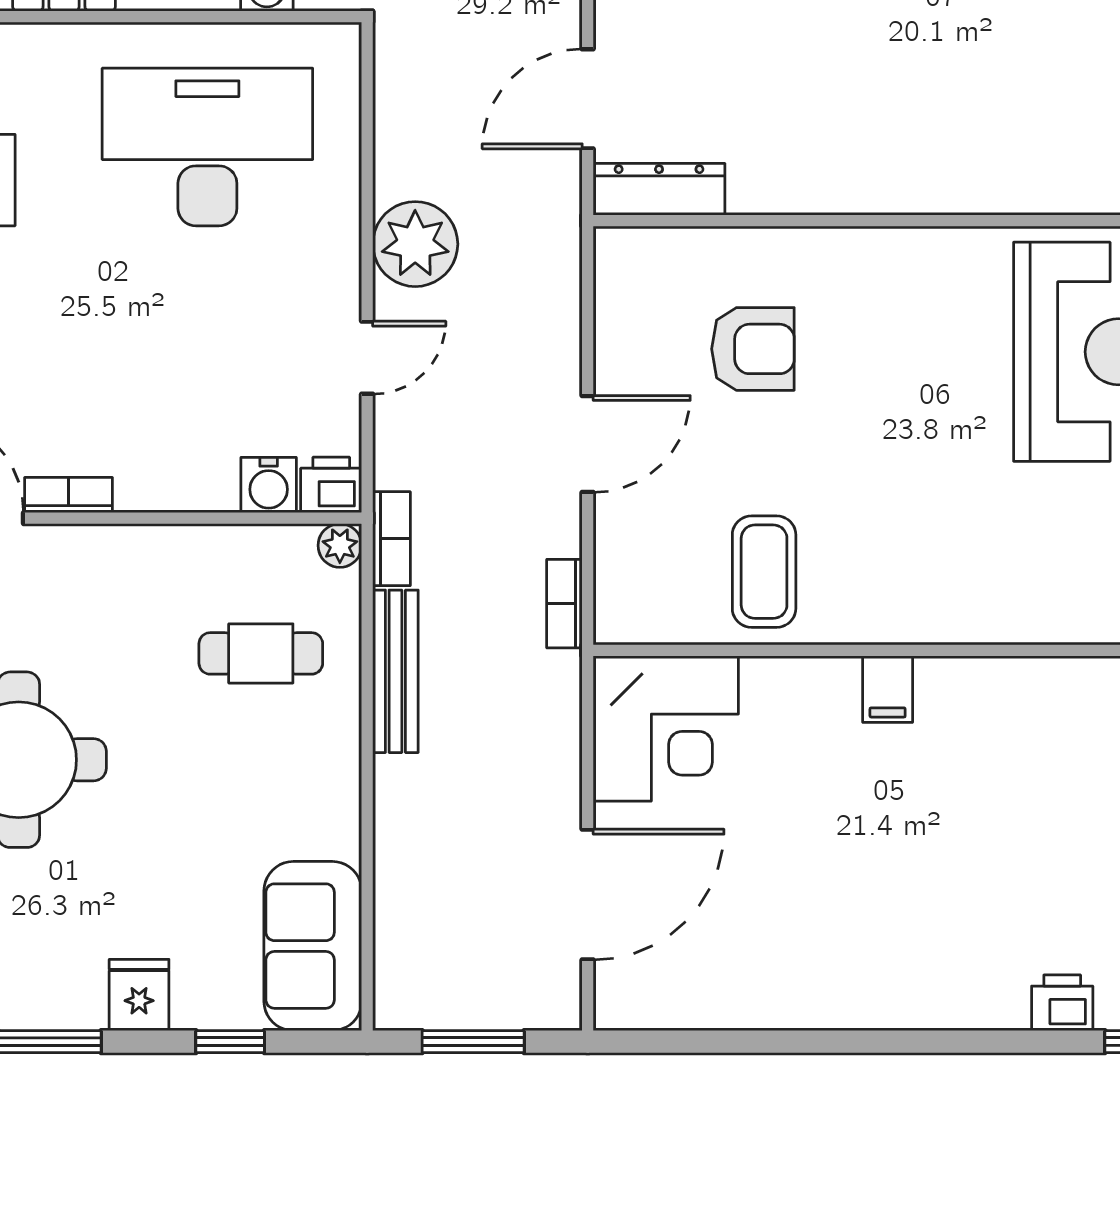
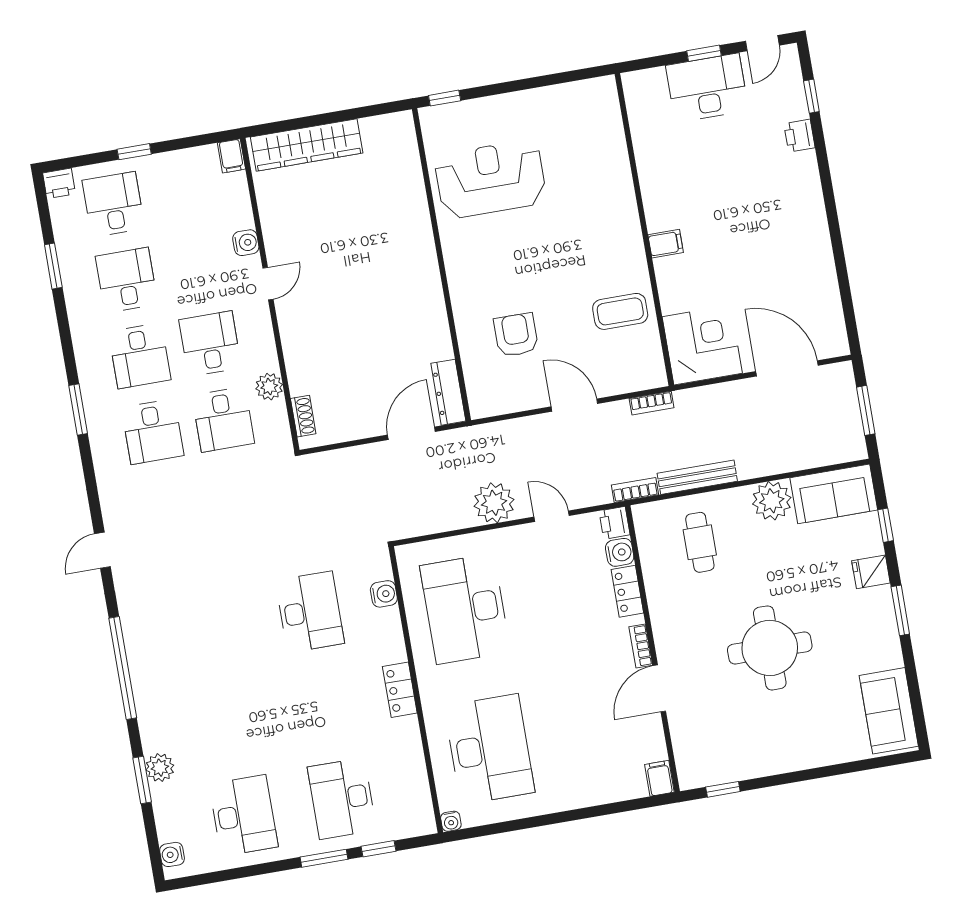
door: (588, 99) -> (411, 433), swing flipped
locker: (186, 487) -> (627, 591), added
plant: (340, 545) -> (772, 501), moved, width x1.87, depth x1.87

